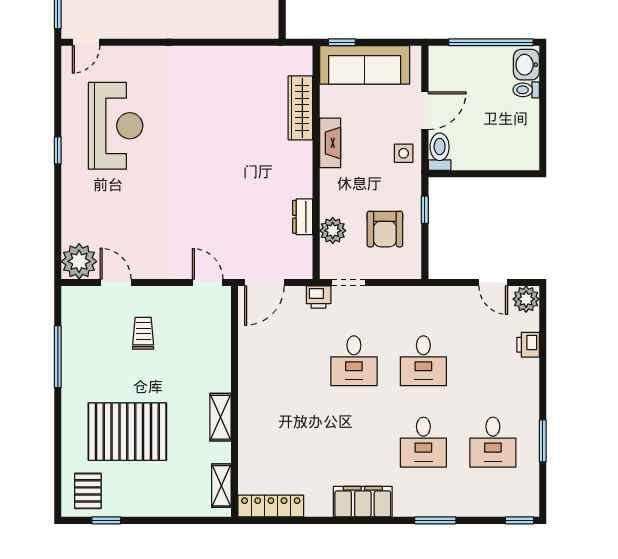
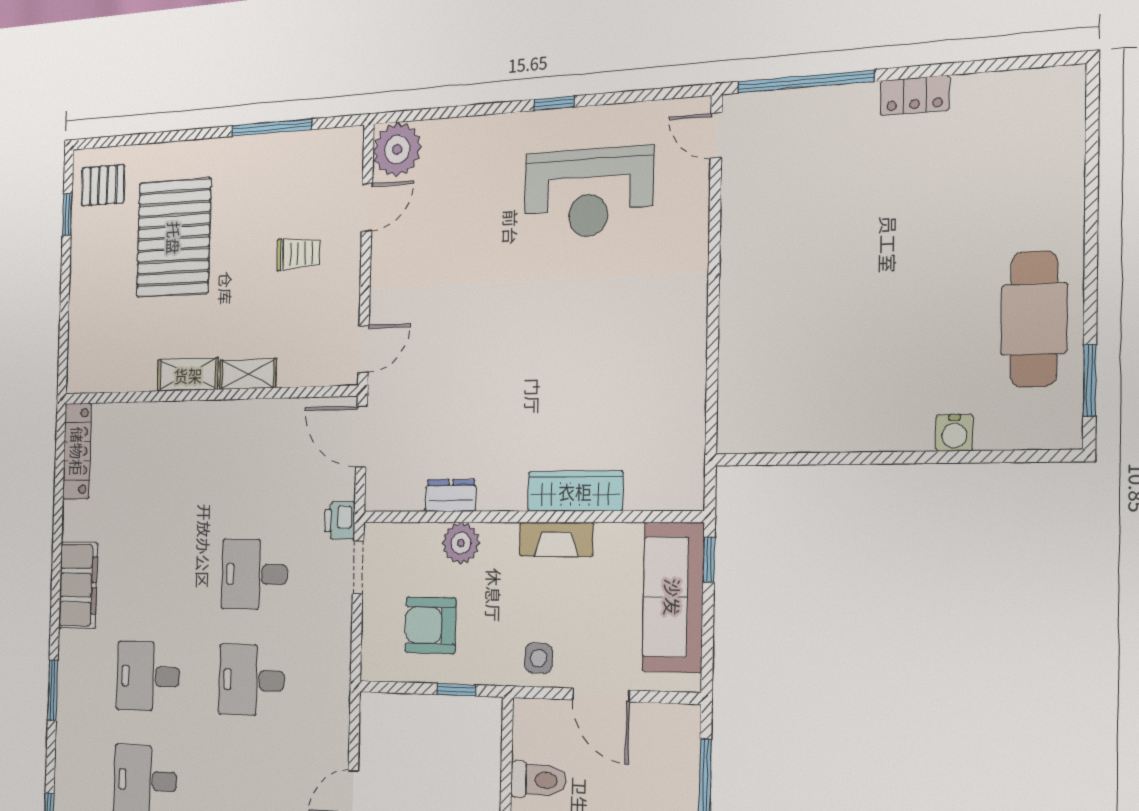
wardrobe: (300, 108) -> (575, 491), moved
toilet: (440, 152) -> (538, 780), moved
plant: (333, 231) -> (461, 543), moved
shelving: (221, 486) -> (248, 374), moved

